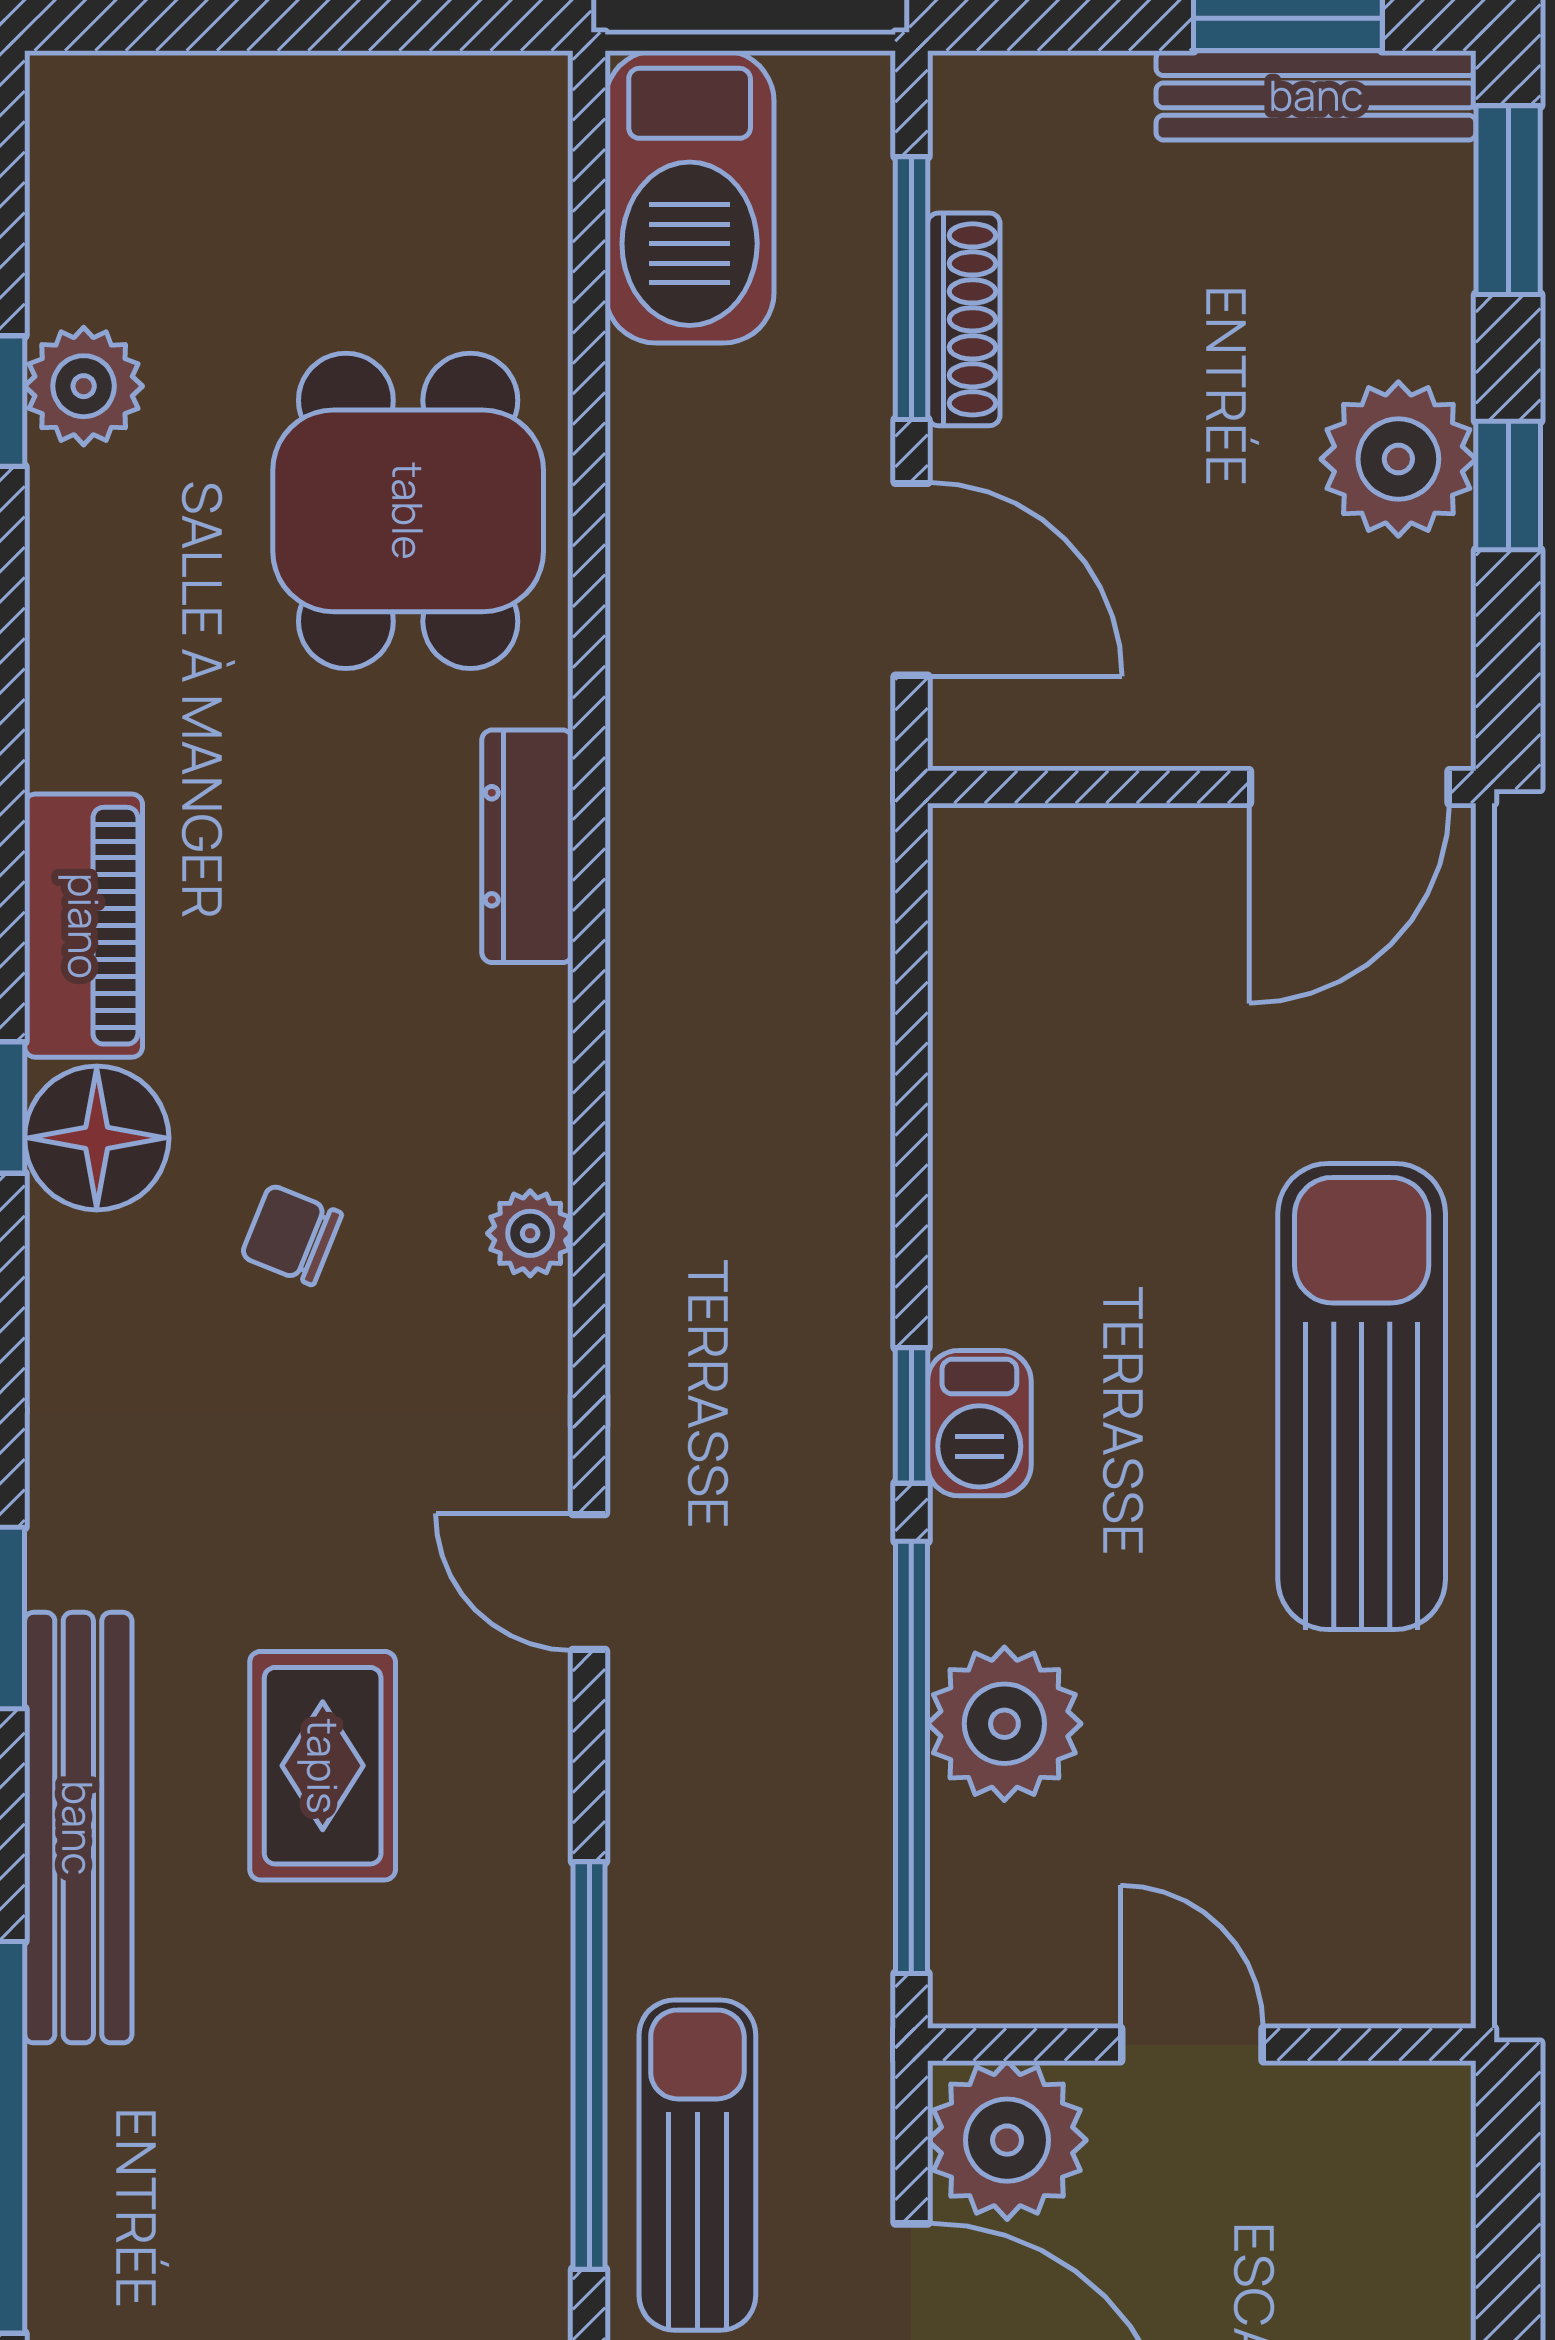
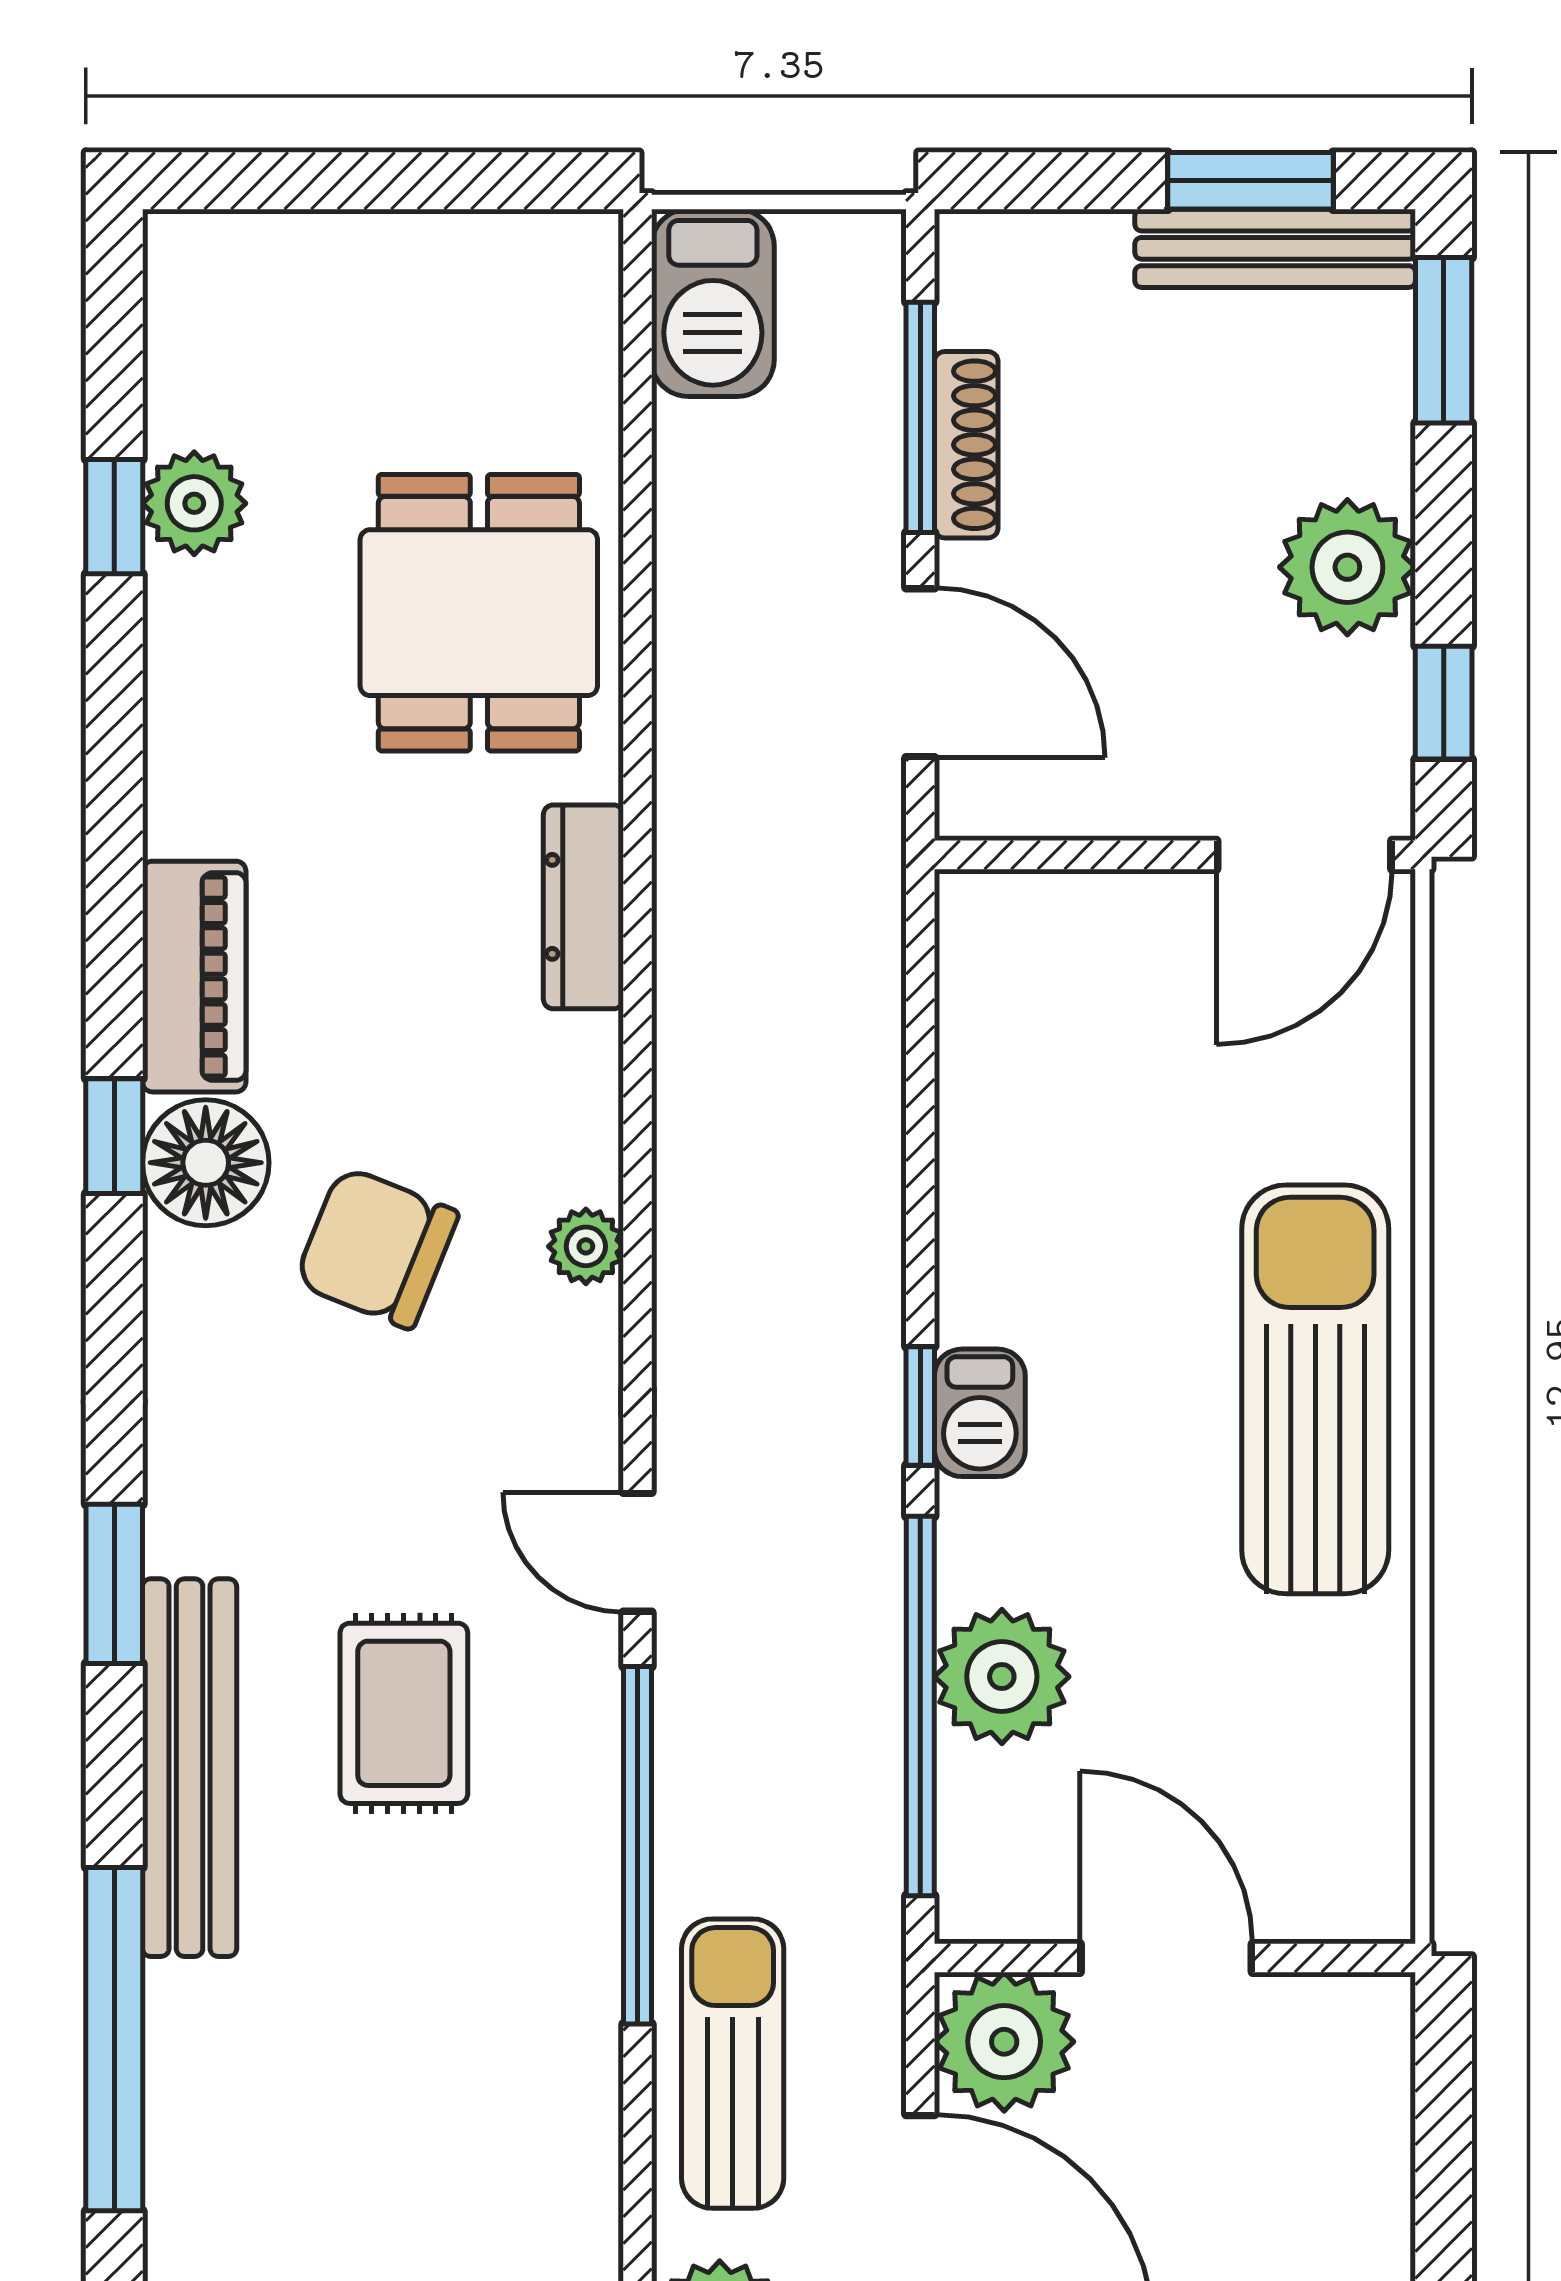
barbecue: (690, 197) -> (713, 303), width x0.73, depth x0.83
window: (1508, 486) -> (1444, 703), moved
chair: (292, 1235) -> (377, 1248), width x1.87, depth x1.87
door: (1192, 2045) -> (1166, 1958), width x1.38
window: (589, 2066) -> (638, 1845), moved

